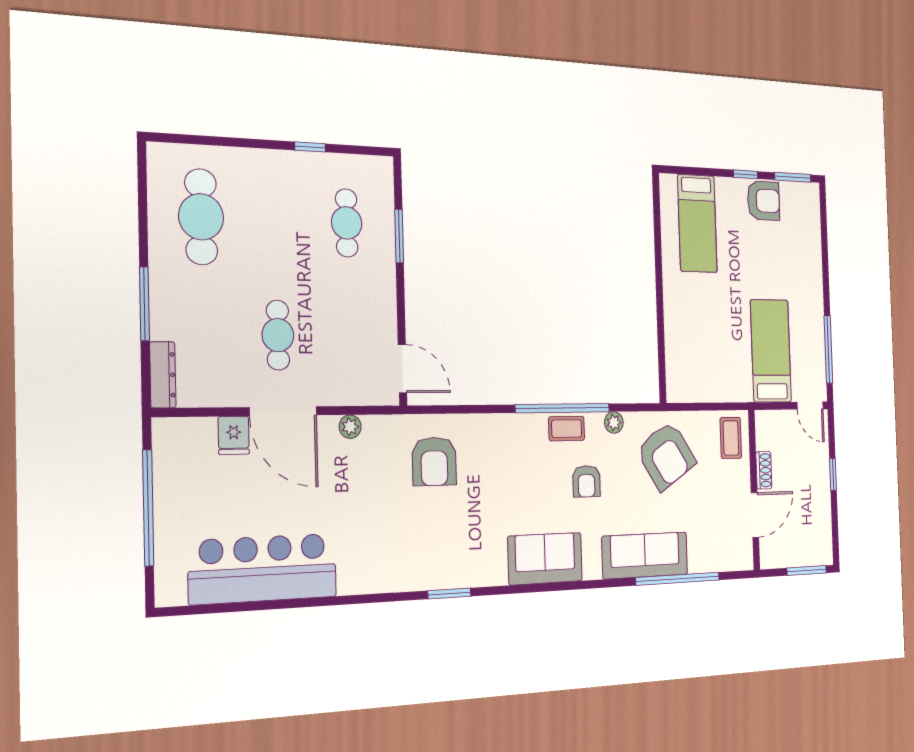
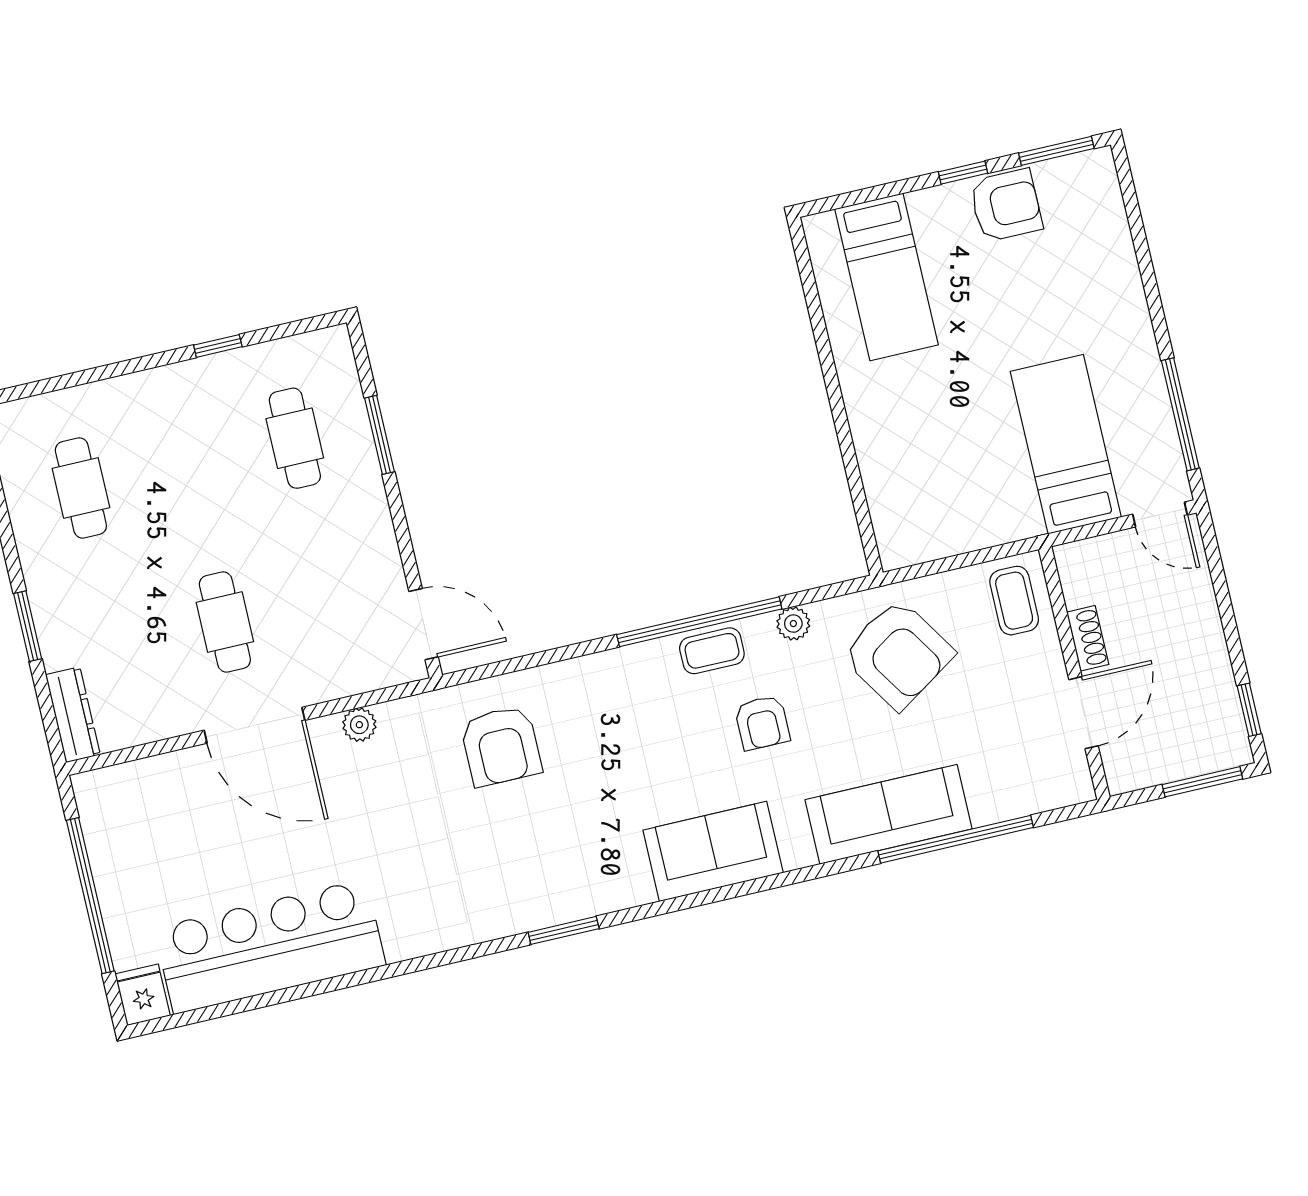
cafe table: (201, 217) -> (81, 488), width x0.73, depth x0.74
window: (144, 304) -> (28, 626), width x0.69
fridge: (234, 435) -> (143, 995), moved, turned 180
window: (833, 474) -> (1249, 710), moved

